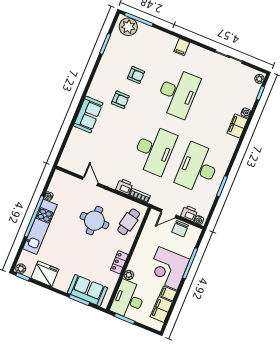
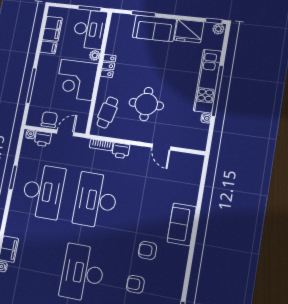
corner desk: (168, 268) -> (76, 80), moved, turned 180
sofa: (87, 290) -> (154, 28), moved

